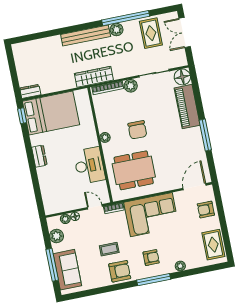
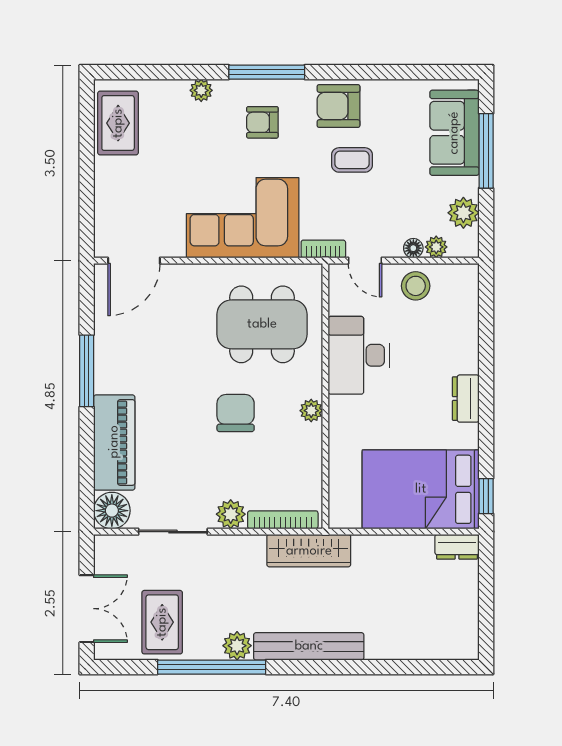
stool: (71, 200) -> (416, 286), added
armchair: (206, 210) -> (119, 205), removed

